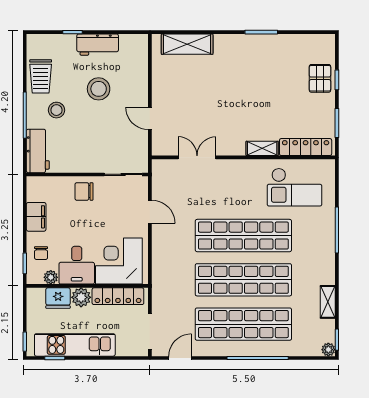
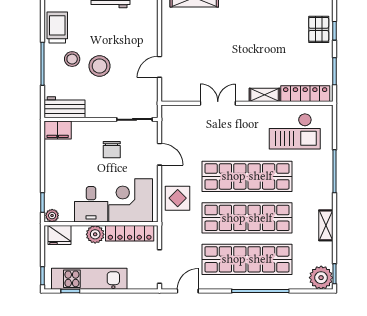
trolley: (41, 76) -> (57, 27), turned 180
stool: (99, 89) -> (100, 66), moved
door: (150, 118) -> (160, 67), hinge flipped
workbench: (38, 151) -> (64, 107), moved, turned -90
double door: (197, 157) -> (218, 103), moved
chair: (84, 191) -> (112, 150), moved, turned -90
filing cabinet: (36, 217) -> (58, 130), moved, turned 90
chair: (41, 253) -> (58, 193), removed
display table: (169, 259) -> (178, 198), added
plant: (51, 277) -> (52, 216), moved
fridge: (58, 298) -> (59, 235), moved
shelving: (328, 302) -> (326, 225), moved
plant: (328, 350) -> (321, 278), width x1.88, depth x1.88

